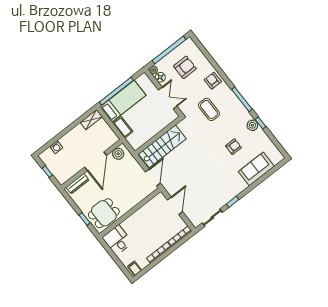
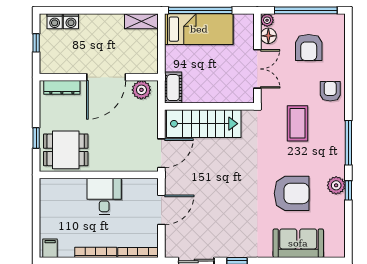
armchair: (185, 67) -> (309, 48), turned 90
cot: (123, 127) -> (173, 88), moved
armchair: (233, 147) -> (292, 193), width x1.88, depth x1.88
washing machine: (48, 154) -> (55, 21), added
desk: (117, 240) -> (104, 196), moved

